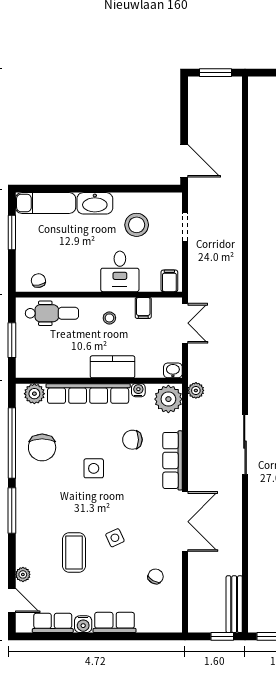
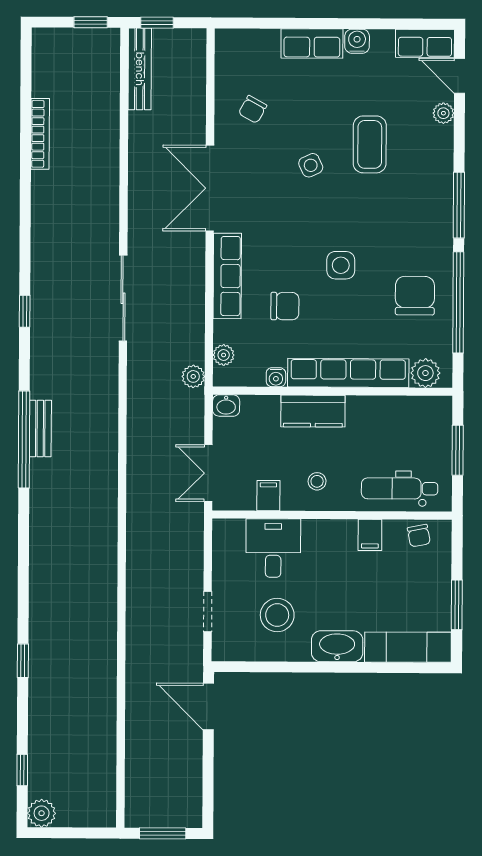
desk: (120, 271) -> (273, 548), moved
filing cabinet: (169, 281) -> (370, 535), moved
plant: (168, 399) -> (224, 355), width x0.53, depth x0.53
row of seats: (53, 623) -> (425, 43), moved

